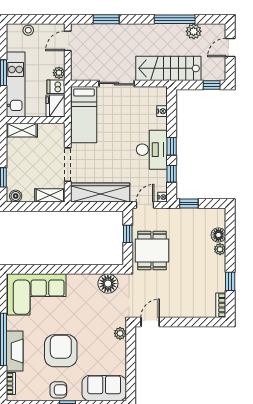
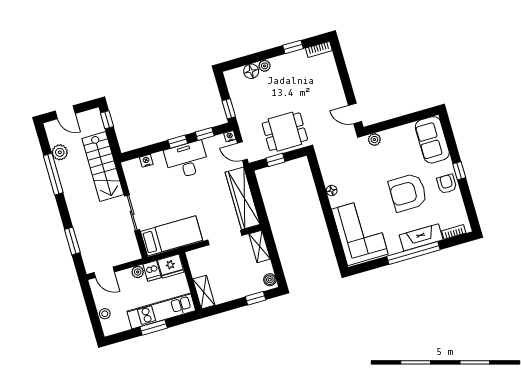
floor lamp: (108, 284) -> (332, 190), moved, width x0.53, depth x0.53

